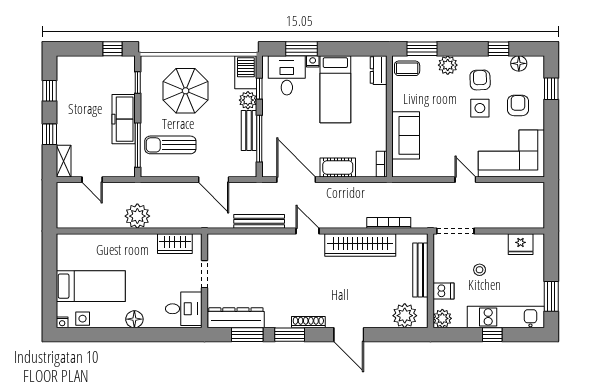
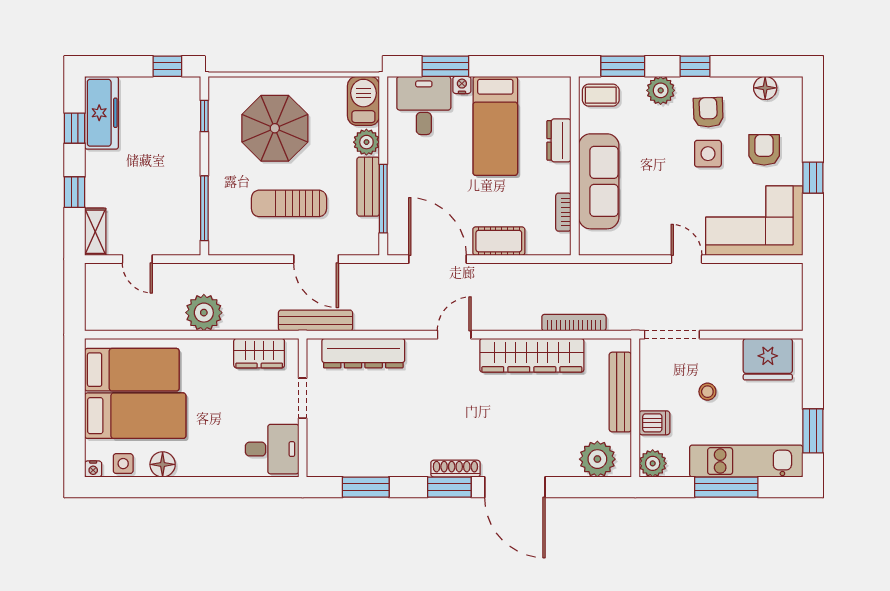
window: (498, 49) -> (695, 66), moved
dresser: (379, 70) -> (559, 140), moved
window: (259, 89) -> (383, 125), removed
window: (551, 89) -> (813, 178), moved
freezer: (124, 119) -> (102, 113), moved, turned 180
sofa: (406, 135) -> (599, 181), width x1.36
sun lounger: (170, 145) -> (289, 203), moved
bookcase: (382, 164) -> (563, 212), moved
bench: (259, 221) -> (315, 320), moved
door: (307, 231) -> (454, 335), hinge flipped
fridge: (521, 244) -> (768, 359), width x1.36, depth x1.34
bed: (88, 255) -> (132, 370), added
dresser: (236, 318) -> (363, 353), moved, turned 180
floor lamp: (134, 319) -> (163, 464), moved
window: (290, 335) -> (449, 487), moved
door: (349, 335) -> (515, 487), width x1.36
window: (492, 335) -> (726, 487), width x2.17

